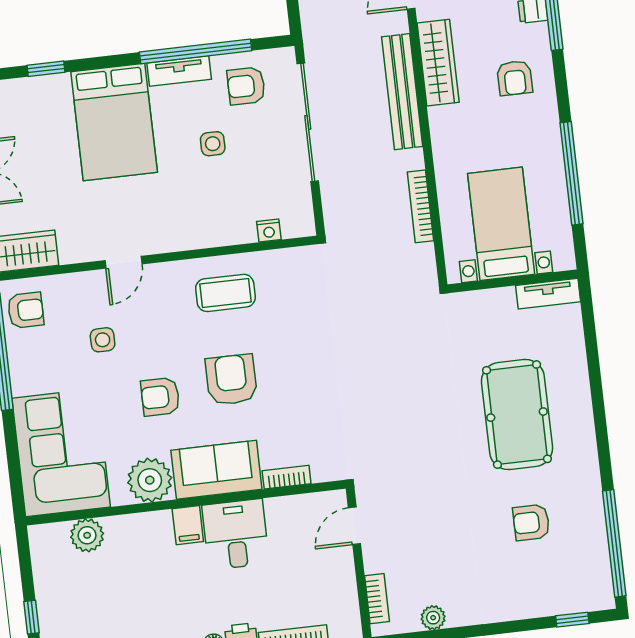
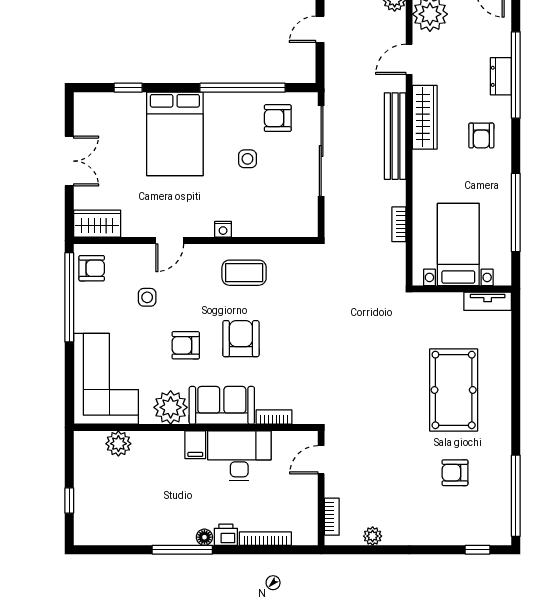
tv unit: (179, 71) -> (228, 101), removed
bookcase: (420, 206) -> (399, 224), width x0.64
nightstand: (269, 231) -> (223, 229), moved
desk: (236, 534) -> (239, 456), width x1.37

